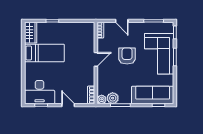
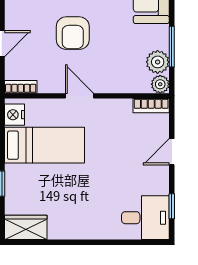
nightstand: (87, 27) -> (14, 115), added
bed: (44, 53) -> (45, 145), moved, turned 90
armchair: (127, 56) -> (73, 33), turned -90
desk: (40, 92) -> (145, 218), width x0.73

